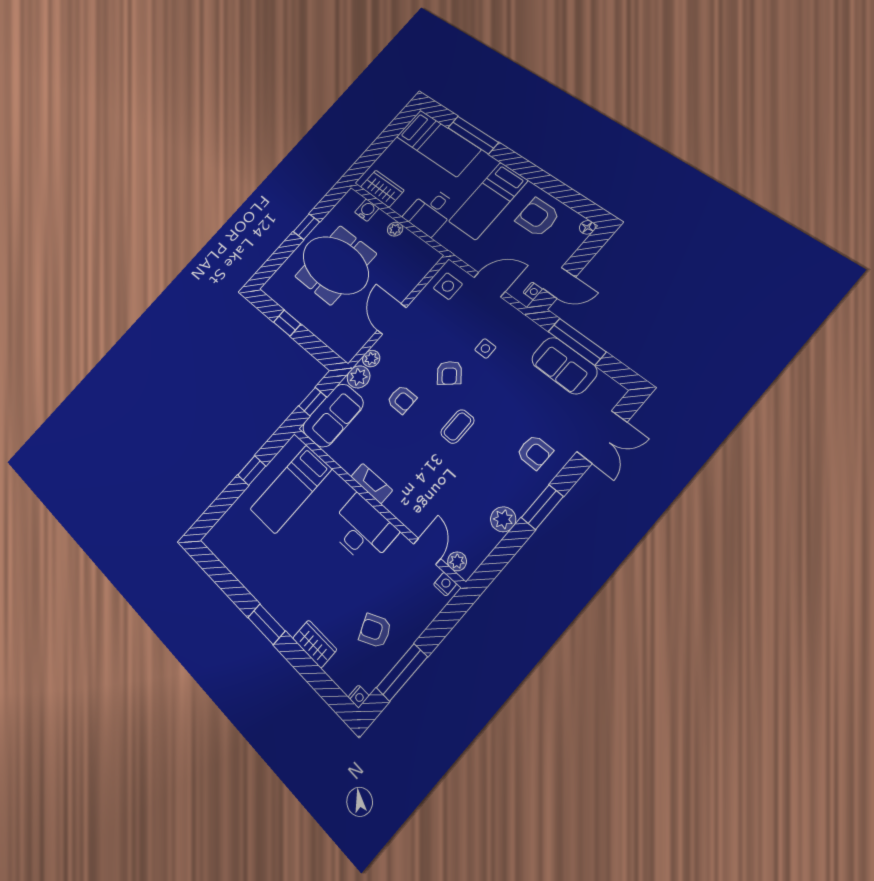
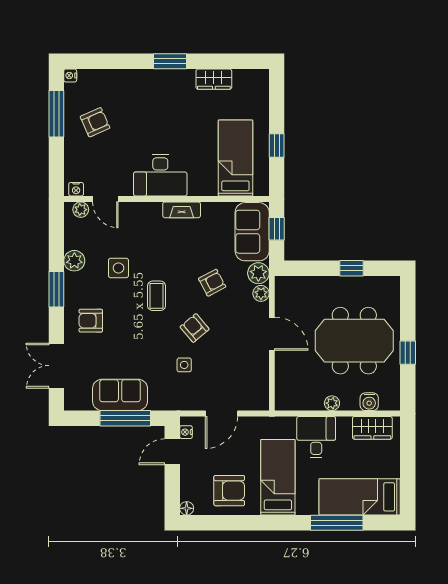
side table: (448, 286) -> (118, 268), moved
armchair: (402, 400) -> (212, 283), turned 152
wardrobe: (315, 644) -> (214, 79), moved

